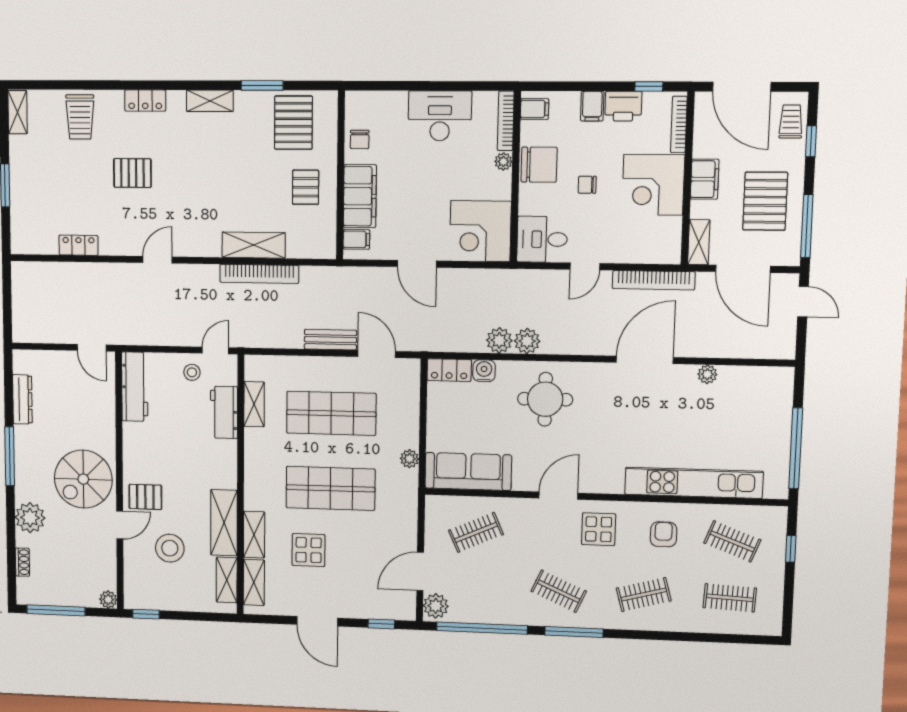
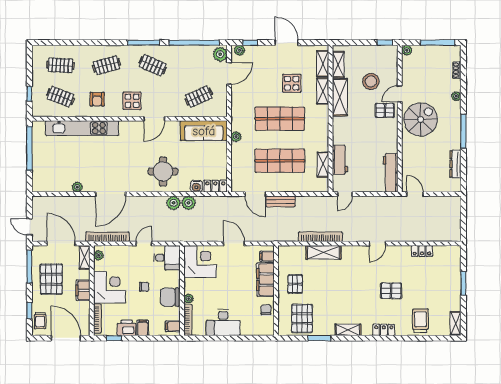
plant: (672, 245) -> (99, 255), added
stool: (192, 372) -> (358, 182), removed
plant: (30, 518) -> (456, 96), width x0.53, depth x0.53
plant: (401, 611) -> (239, 50), added

